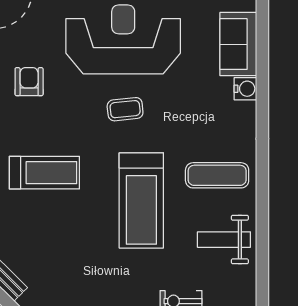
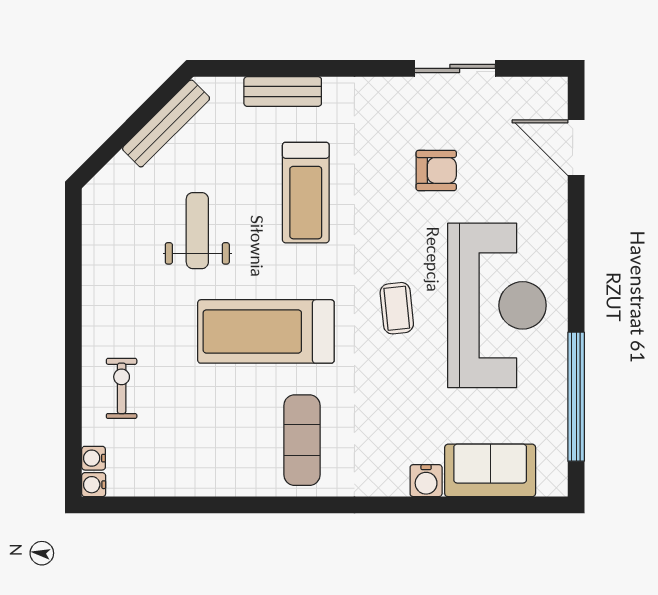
weight bench: (224, 240) -> (197, 231), moved

